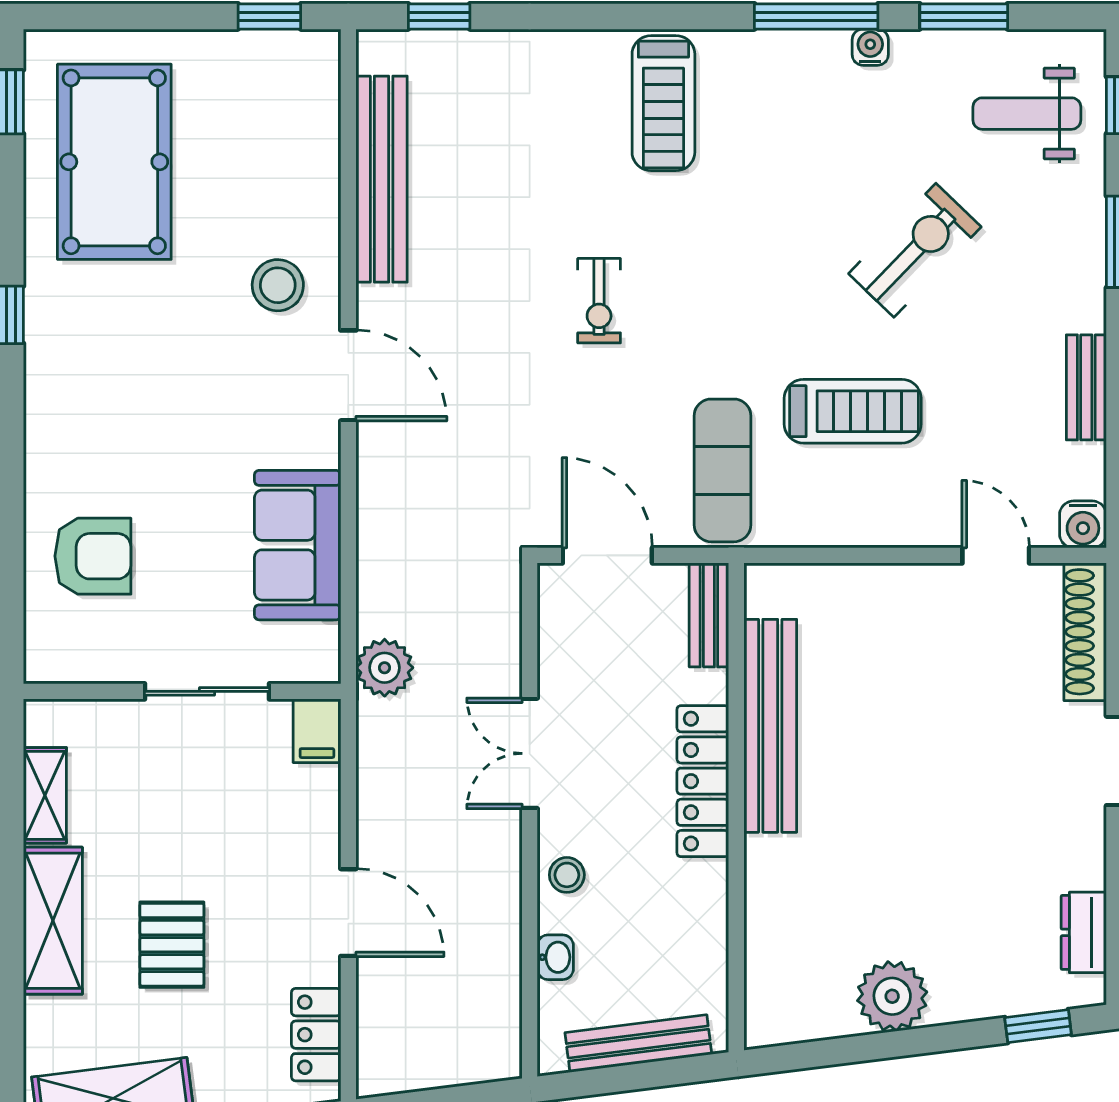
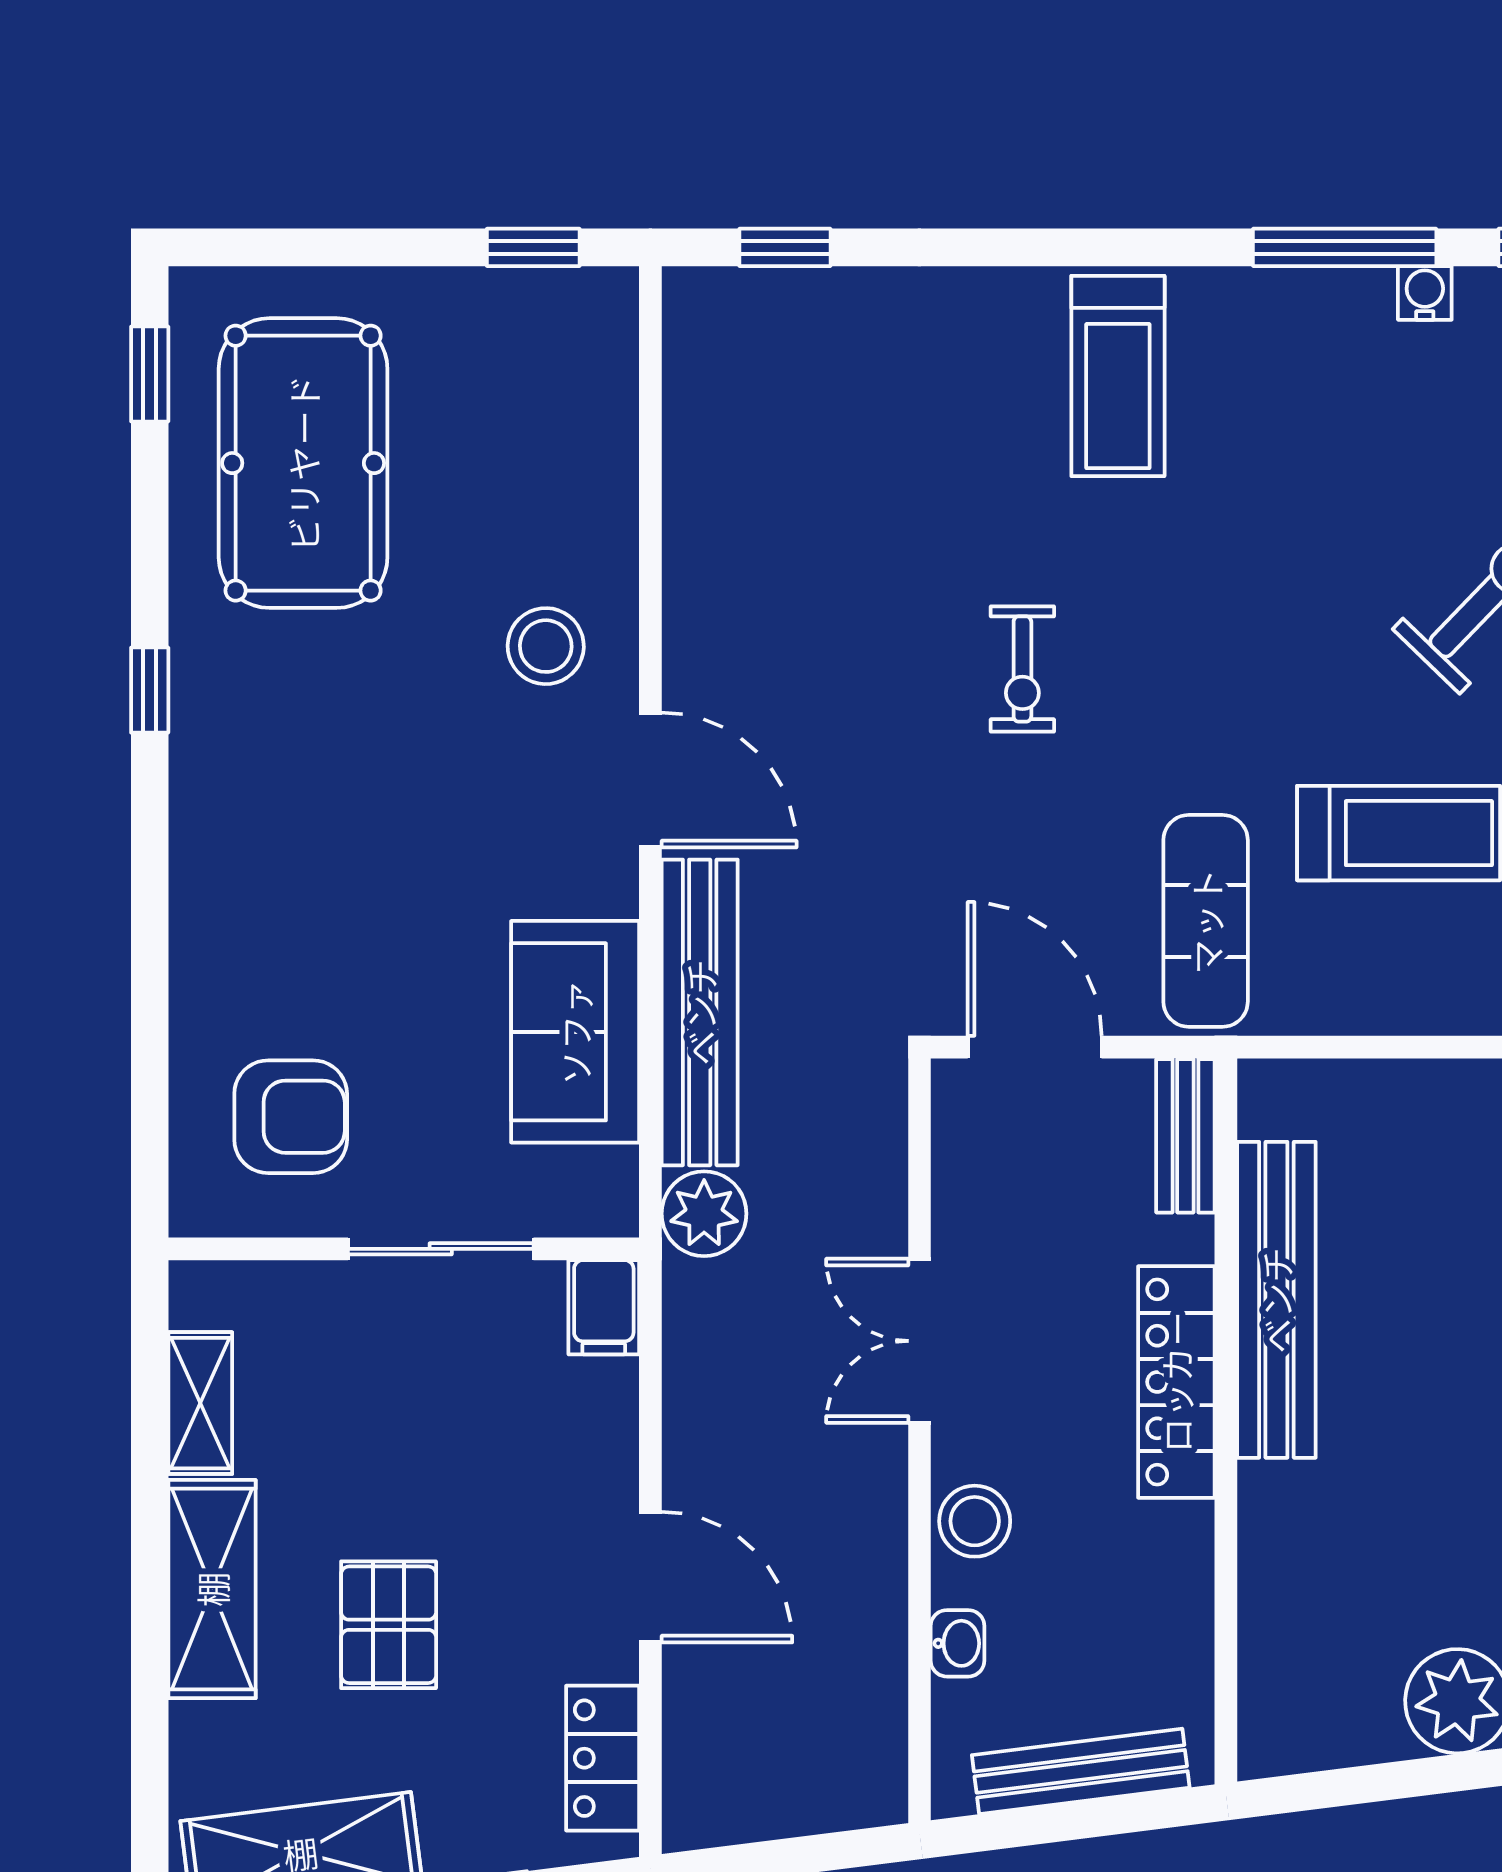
bench: (382, 179) -> (700, 1012), moved
armchair: (93, 556) -> (291, 1117), moved
stool: (567, 875) -> (975, 1521), width x1.37, depth x1.37

